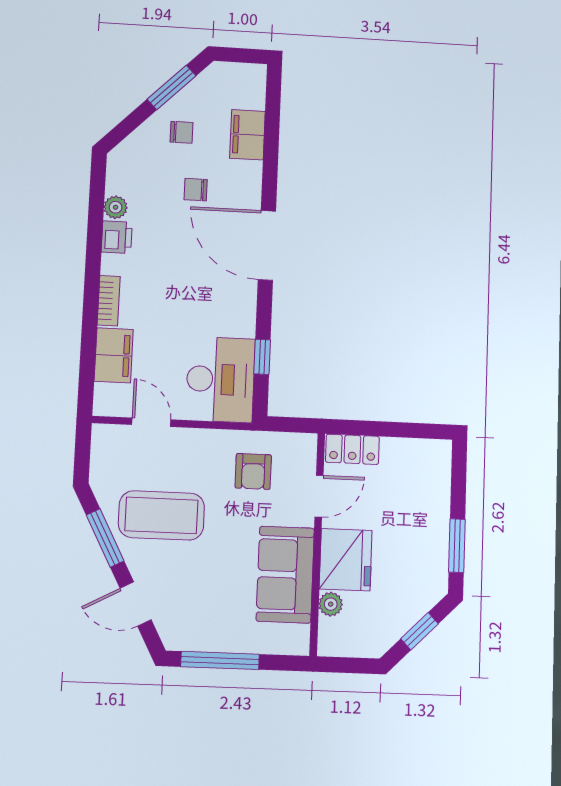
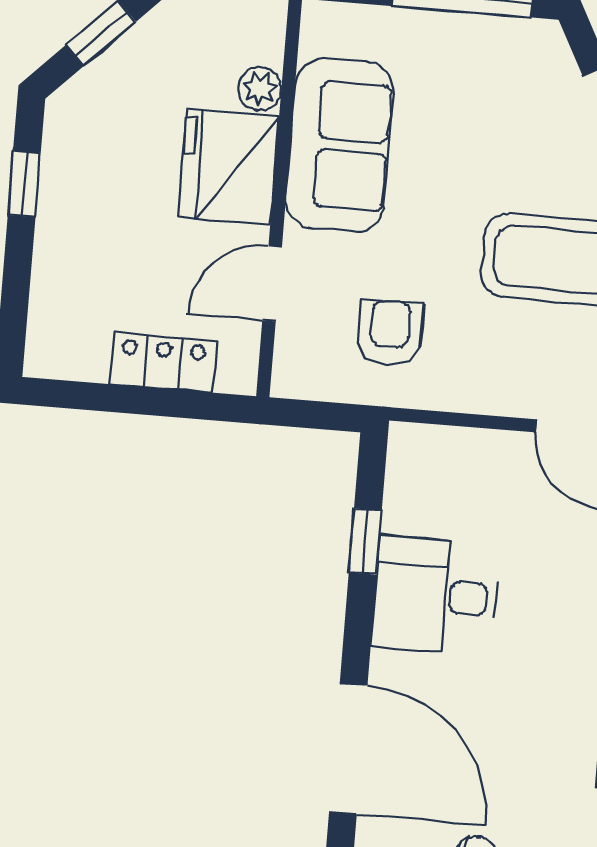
desk: (220, 379) -> (436, 596), moved, width x0.73
locker: (352, 449) -> (163, 363), moved
window: (457, 546) -> (24, 184), width x0.67

